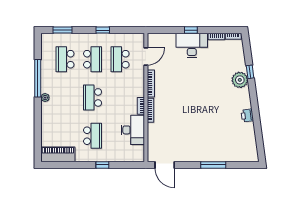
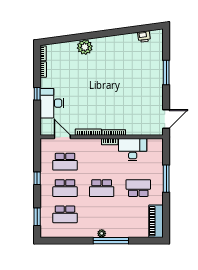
desk: (192, 45) -> (52, 103), moved
school desk: (93, 59) -> (65, 188), turned 180
window: (250, 72) -> (77, 37), removed
window: (38, 78) -> (111, 241), moved
printer: (247, 115) -> (144, 37), moved
window: (102, 165) -> (166, 179), width x2.17

